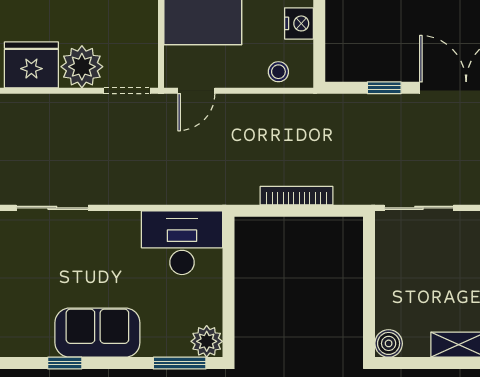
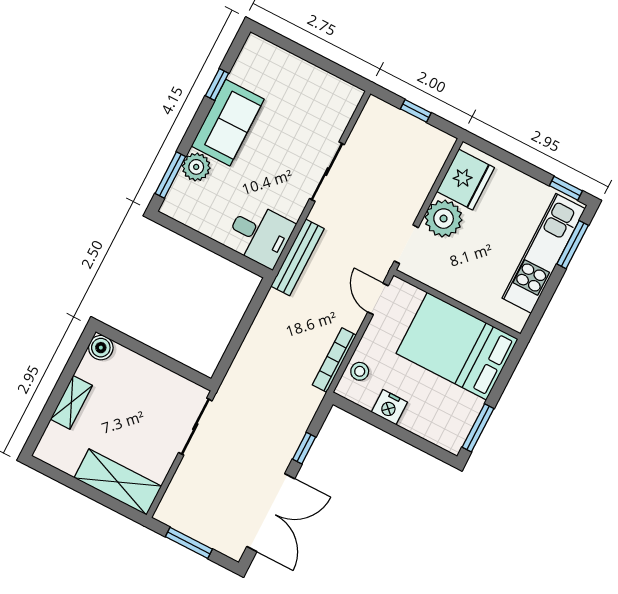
bench: (196, 193) -> (298, 257), added
bookcase: (297, 196) -> (334, 360), moved, turned 180
sliding door: (52, 208) -> (327, 172), moved
desk: (182, 243) -> (260, 235), width x0.73
plant: (207, 341) -> (196, 167), moved

